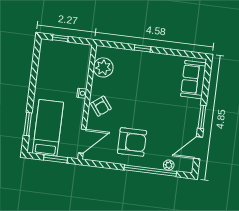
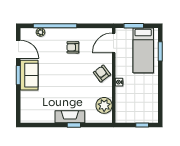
fireplace: (146, 59) -> (70, 117), added
sofa: (193, 80) -> (29, 75), moved
armchair: (132, 142) -> (73, 47), width x0.53, depth x0.53
door: (198, 148) -> (18, 49), hinge flipped

